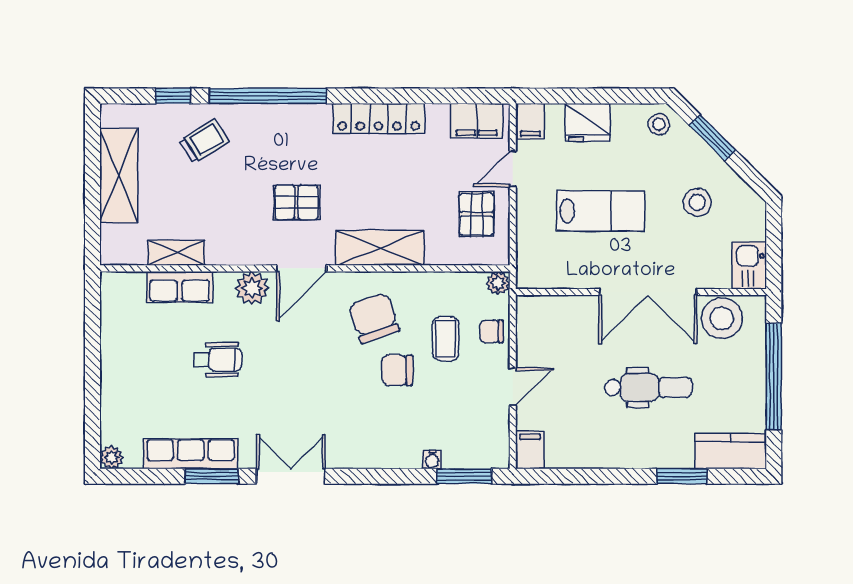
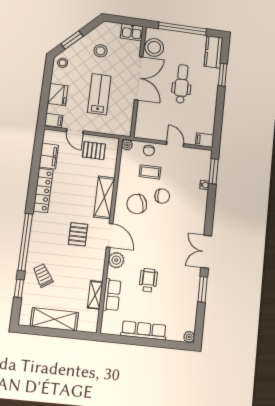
filing cabinet: (477, 121) -> (49, 156), moved
chair: (397, 370) -> (162, 196), turned -90
row of seats: (191, 454) -> (144, 330), moved, turned 90

